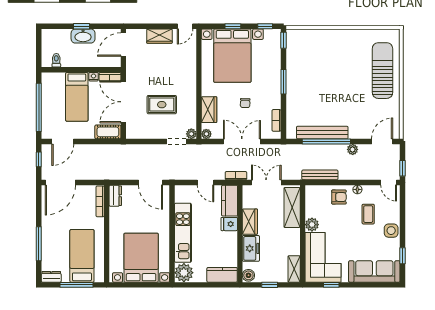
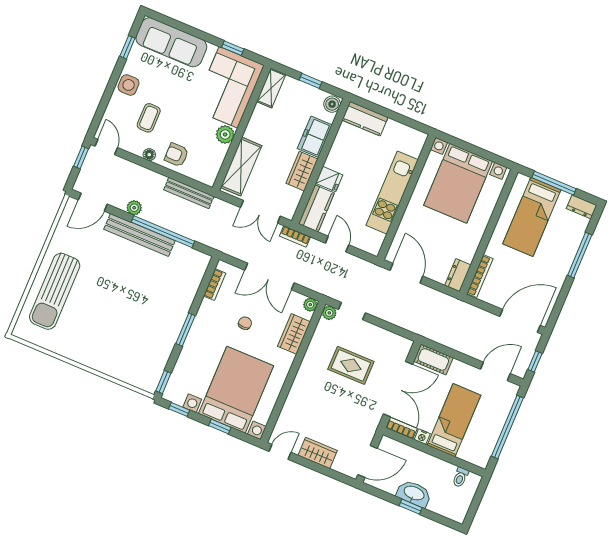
bench: (322, 133) -> (139, 235), moved
plant: (184, 273) -> (412, 142), removed

